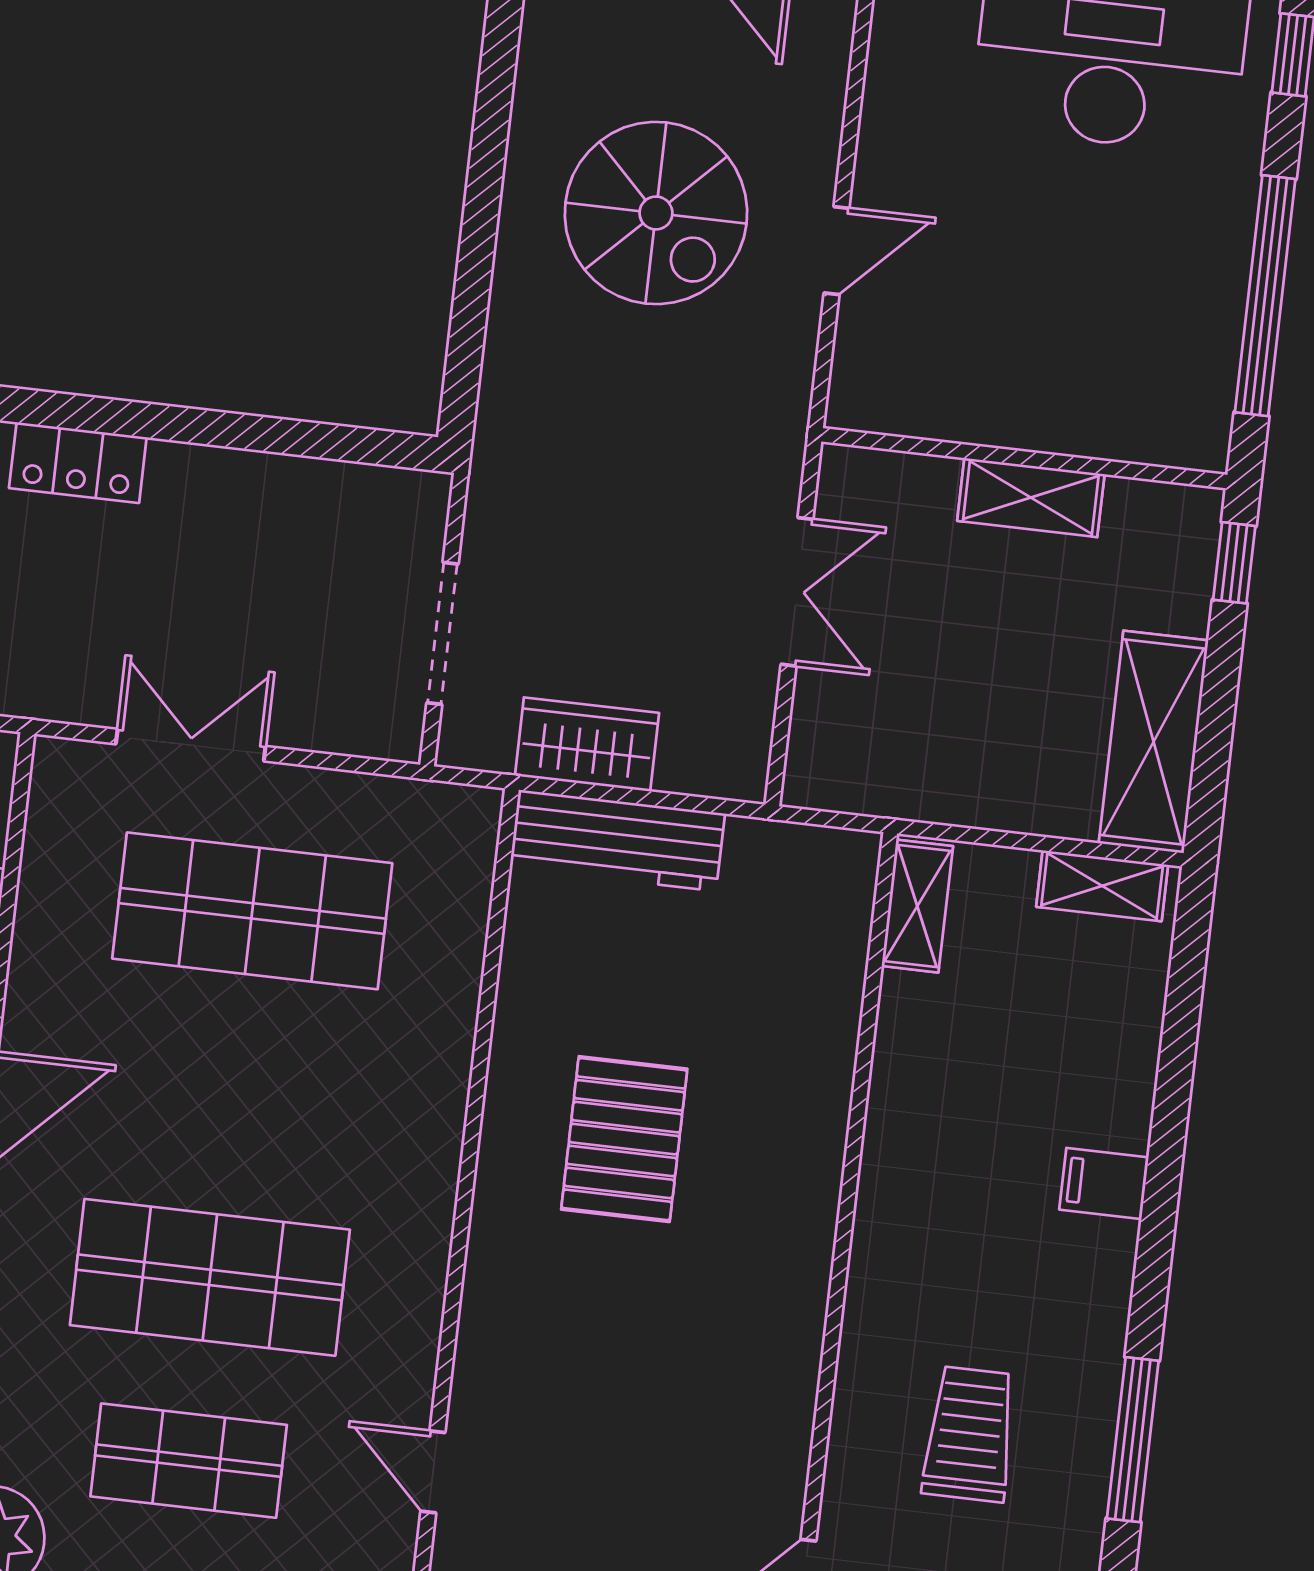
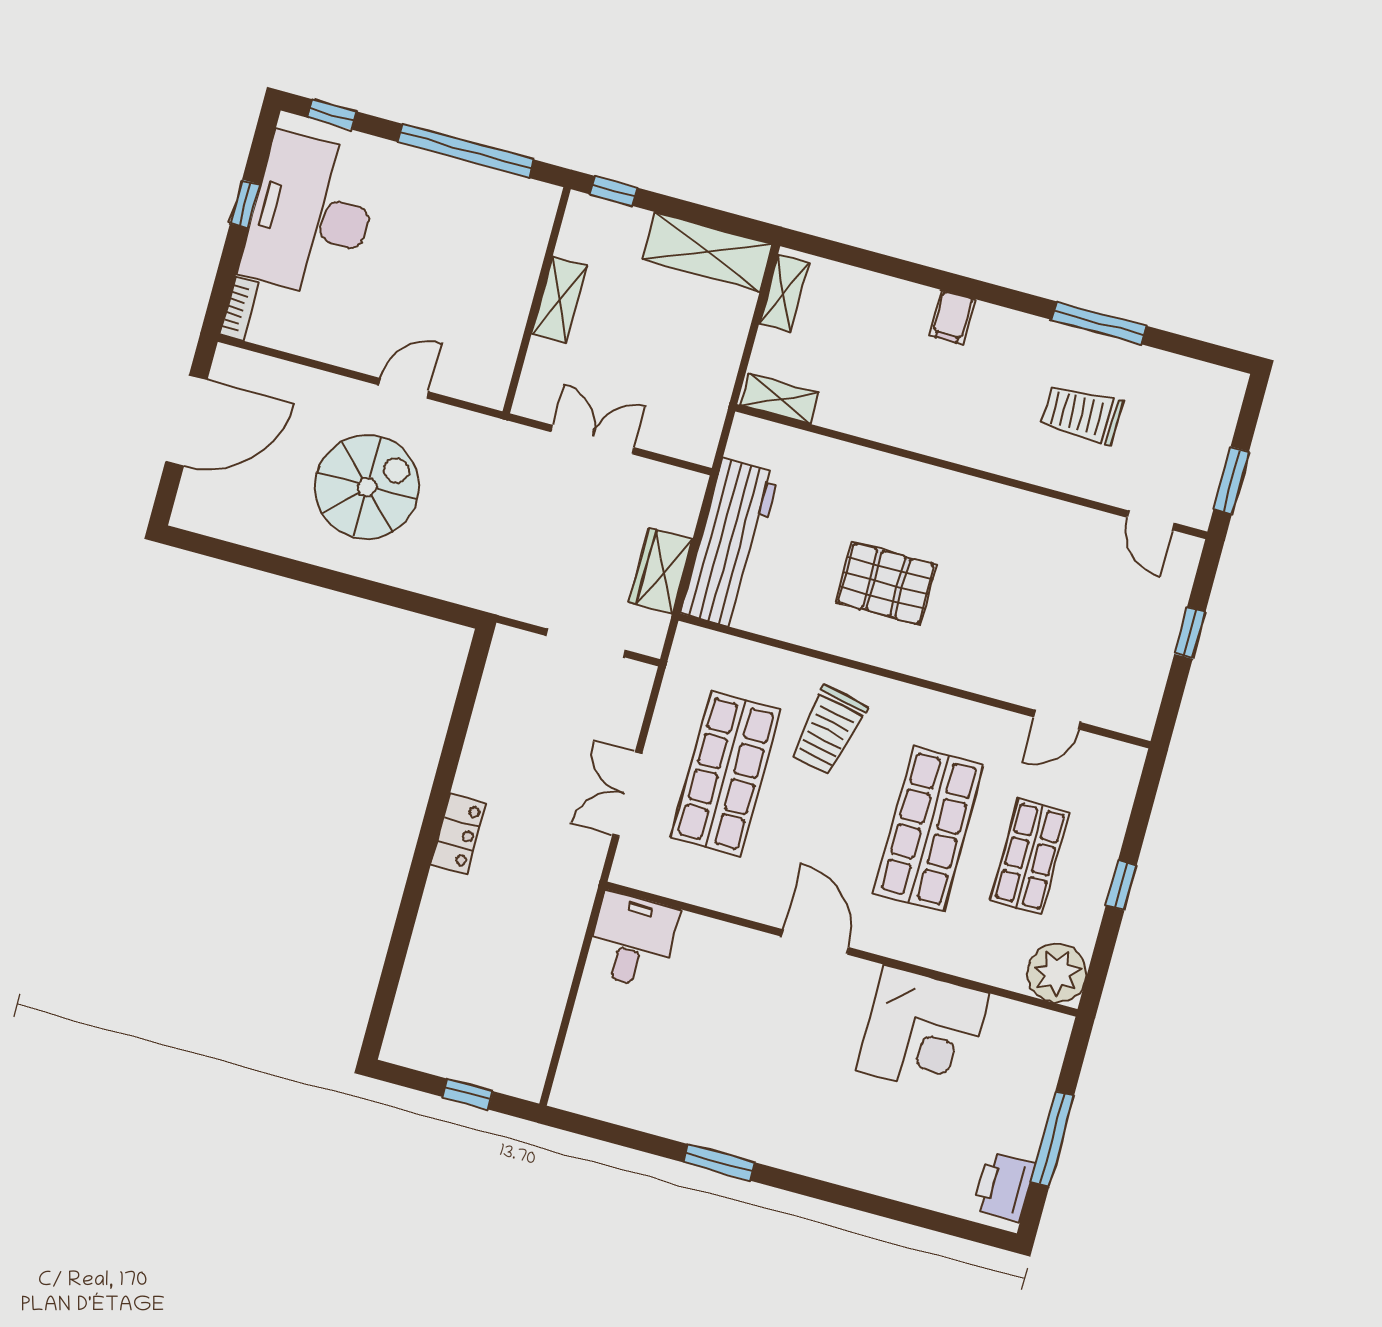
door: (837, 251) -> (404, 388), hinge flipped
workbench: (617, 841) -> (730, 543), width x1.36, depth x1.32
trolley: (354, 1077) -> (828, 730), added

